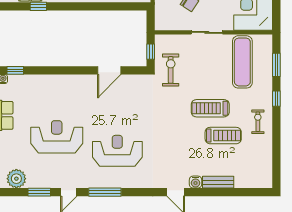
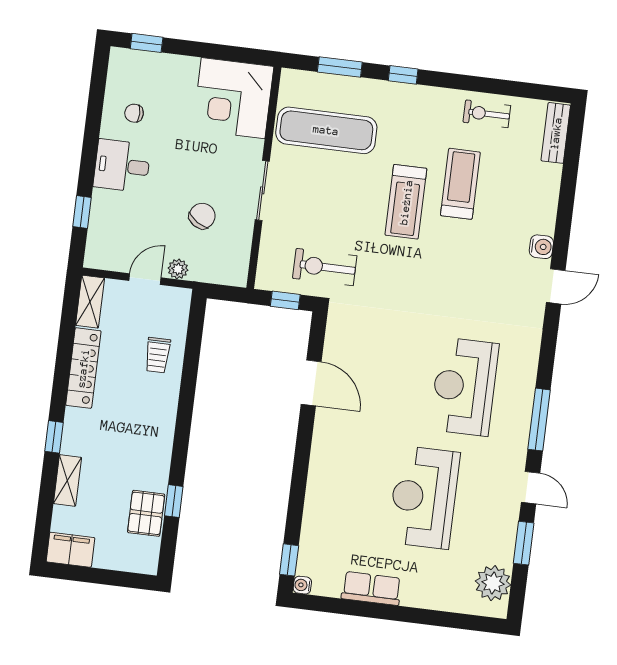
exercise bike: (258, 122) -> (487, 114), moved
bench: (218, 182) -> (556, 133), moved

